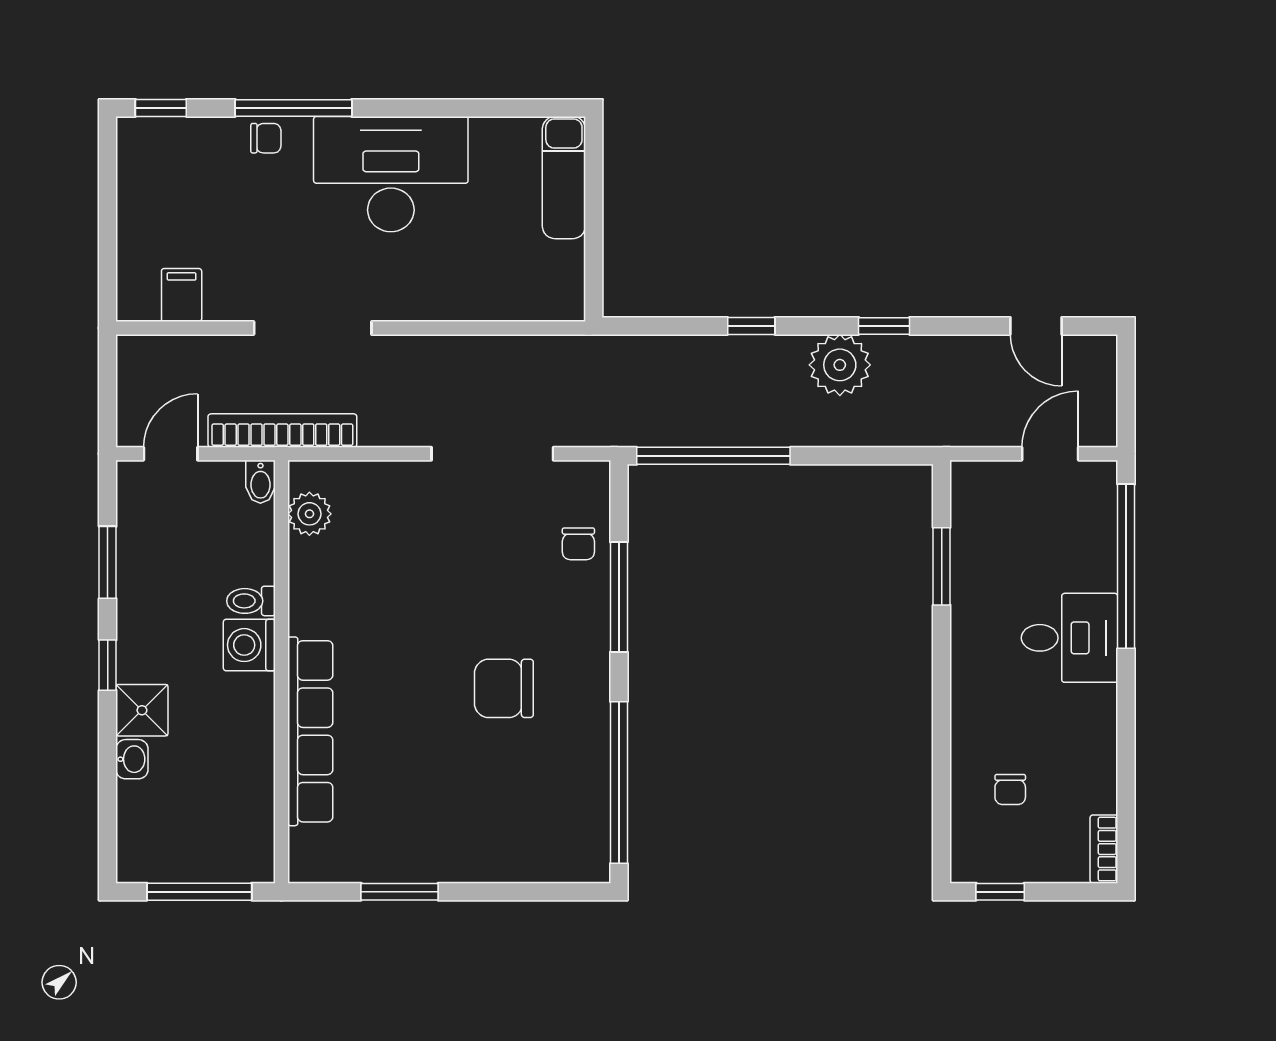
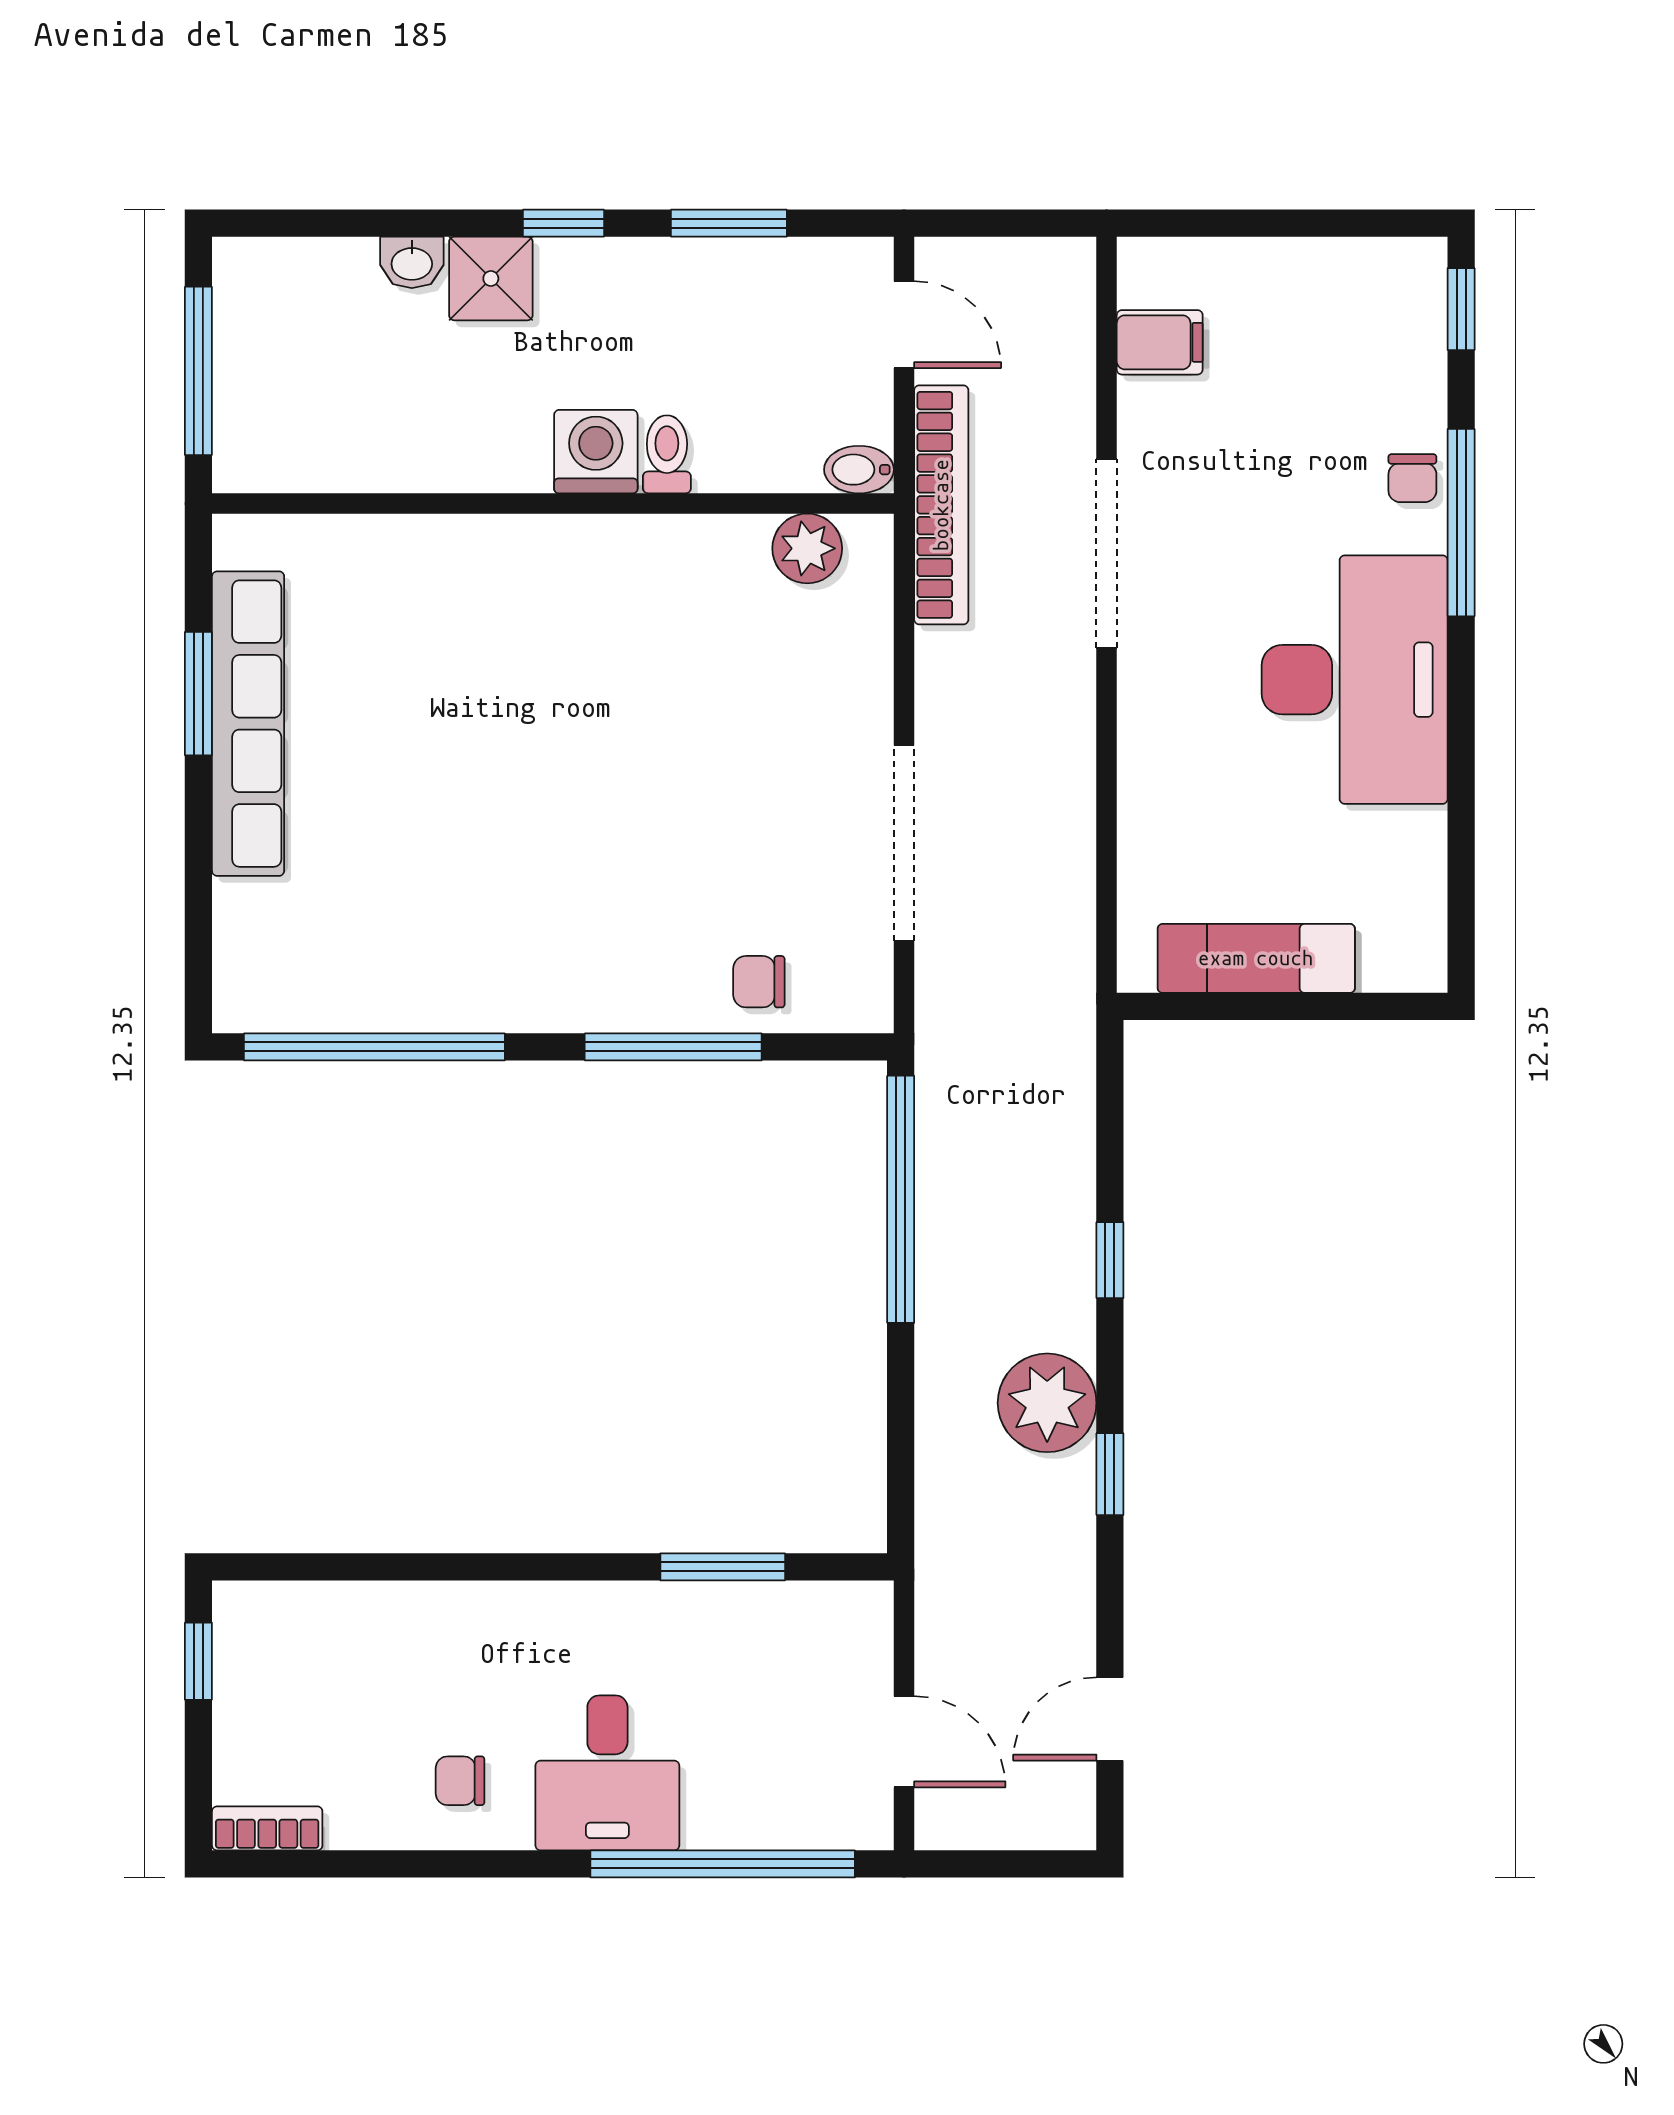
exam couch: (564, 178) -> (1256, 958), moved
chair: (504, 688) -> (526, 862), removed
row of seats: (310, 731) -> (248, 724), moved, turned -90
chair: (1010, 789) -> (460, 1781), moved

